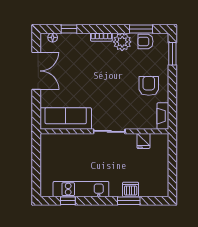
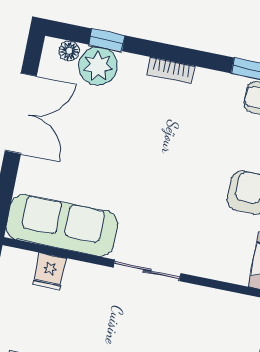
plant: (122, 42) -> (98, 66), moved
fridge: (143, 141) -> (49, 271), moved

